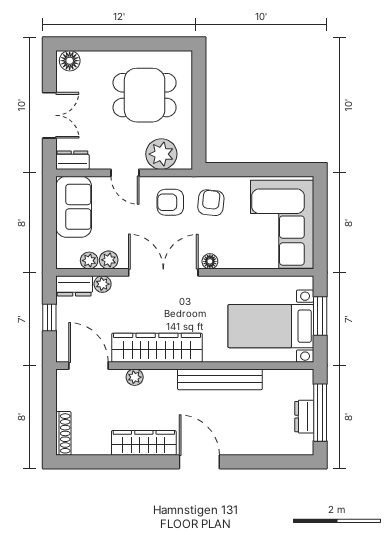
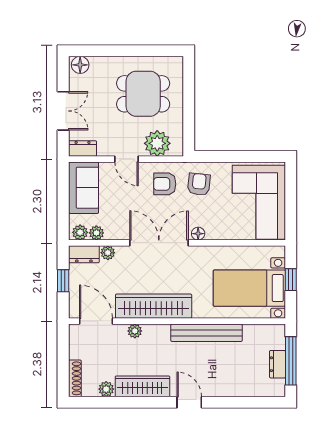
plant: (109, 260) -> (80, 232), moved
window: (320, 316) -> (291, 280), width x0.67
plant: (101, 446) -> (106, 389), added
door: (199, 462) -> (189, 402), width x0.73

